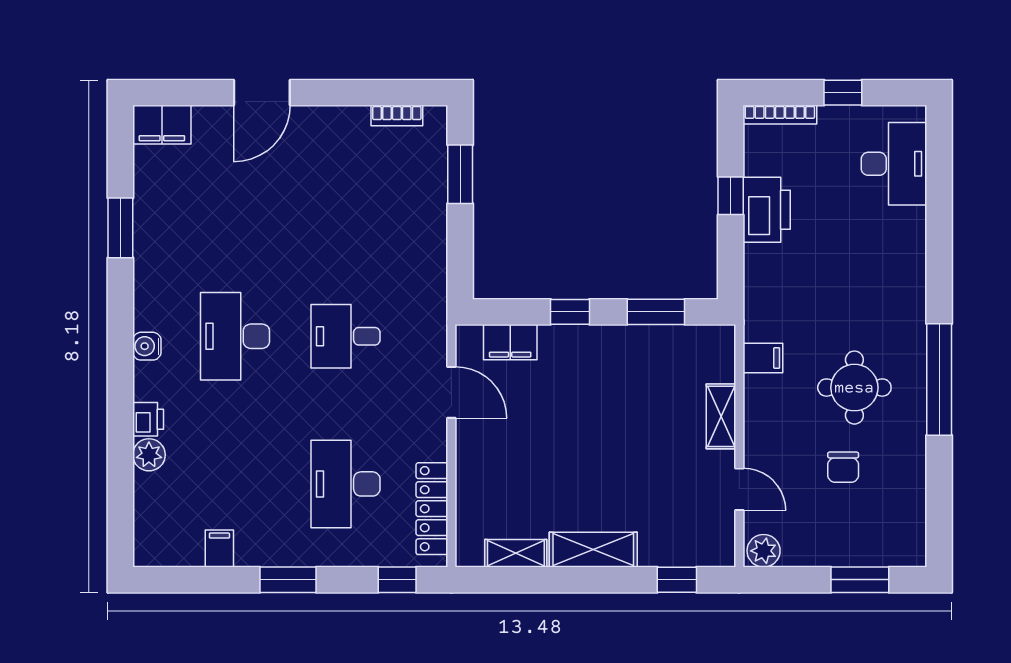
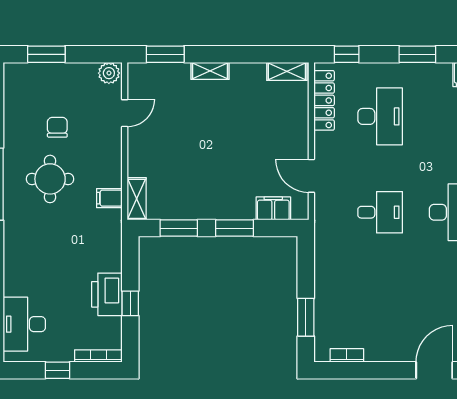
window: (570, 312) -> (235, 228), width x1.50
shelving: (721, 416) -> (137, 199), moved
door: (739, 489) -> (125, 113), swing flipped
shelving: (593, 550) -> (210, 71), width x0.67, depth x0.75
shelving: (516, 553) -> (287, 71), moved
window: (677, 580) -> (165, 54), width x1.50

